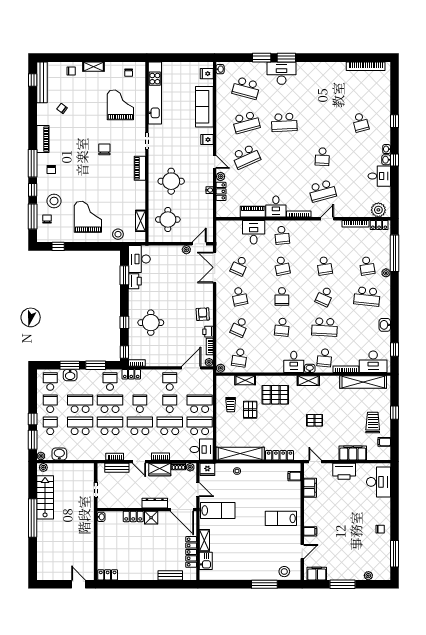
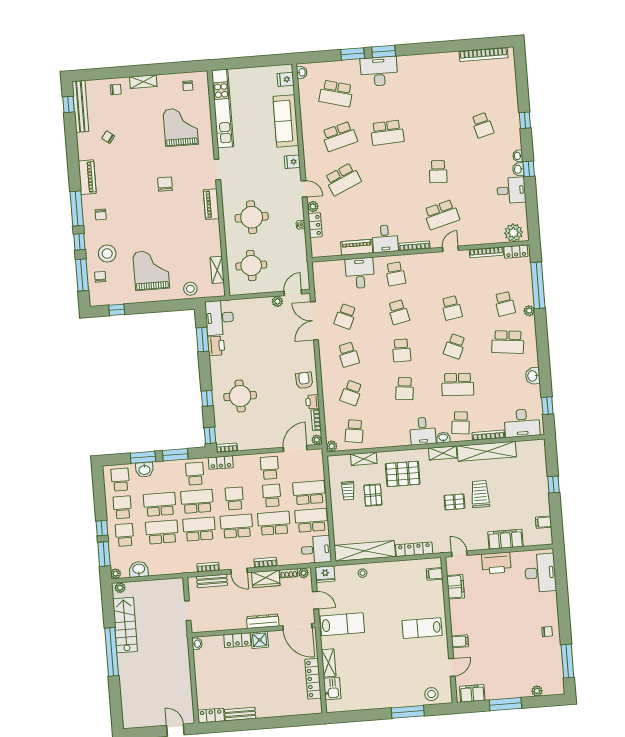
shelving: (363, 382) -> (487, 451), moved
trolley: (373, 422) -> (480, 494), moved
bench: (170, 575) -> (240, 714), moved

